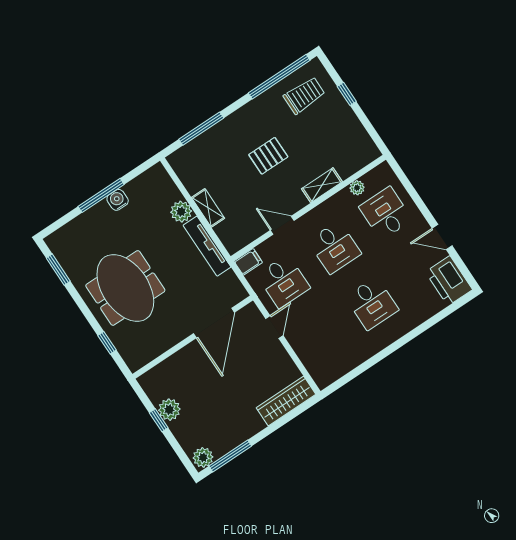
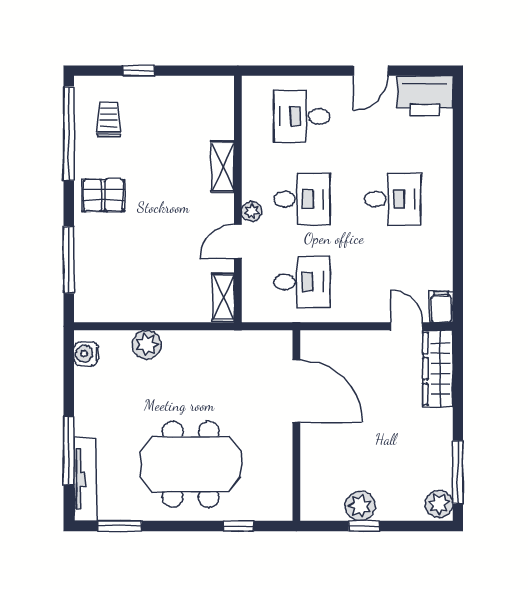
trolley: (304, 95) -> (108, 120), width x0.73, depth x0.72
pallet: (268, 156) -> (103, 195), moved, turned 90
plant: (357, 188) -> (252, 212), moved
window: (101, 195) -> (69, 450), moved
water cooler: (118, 200) -> (86, 354), moved
shelving: (208, 208) -> (223, 297), moved, turned 90
tv unit: (207, 246) -> (85, 479), moved, turned -90
filing cabinet: (248, 262) -> (441, 307), moved
door: (274, 327) -> (407, 326), moved

